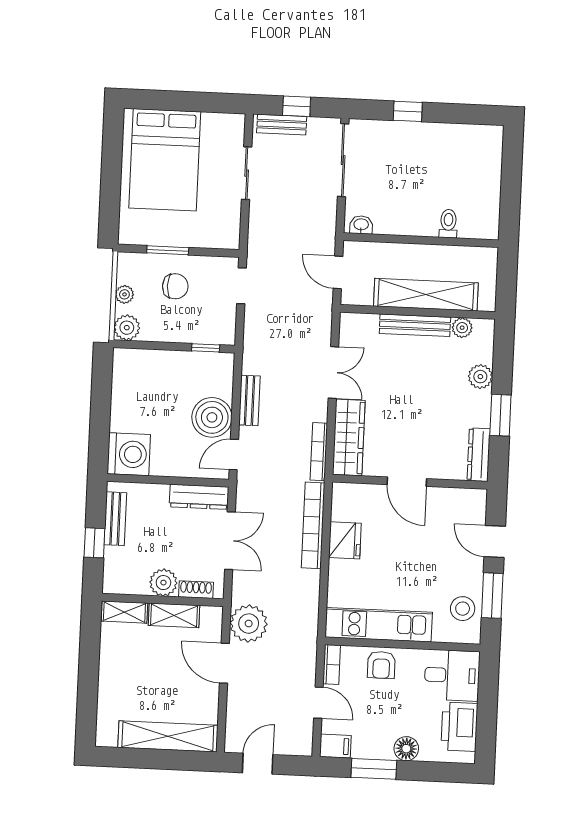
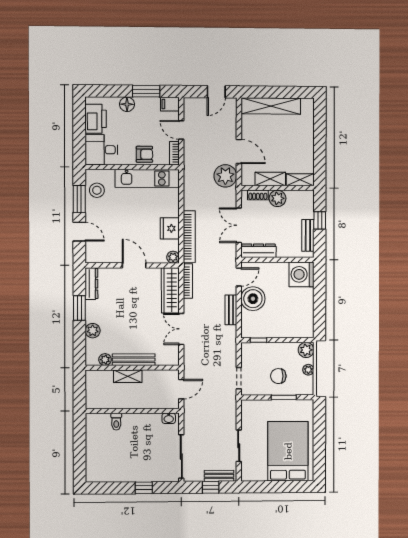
door: (338, 272) -> (181, 389), hinge flipped
shelving: (426, 295) -> (128, 376), width x0.45, depth x0.75
plant: (342, 492) -> (173, 257), added
armchair: (381, 665) -> (144, 154), turned 90

